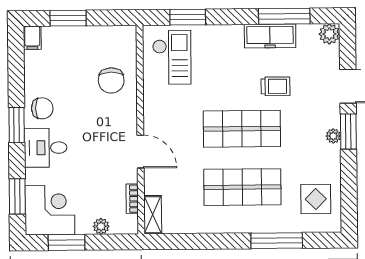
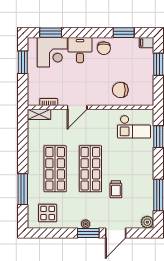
freezer: (270, 36) -> (146, 186), removed
window: (17, 125) -> (124, 33), moved
corner desk: (50, 210) -> (52, 52), moved
plant: (101, 226) -> (32, 83), removed

